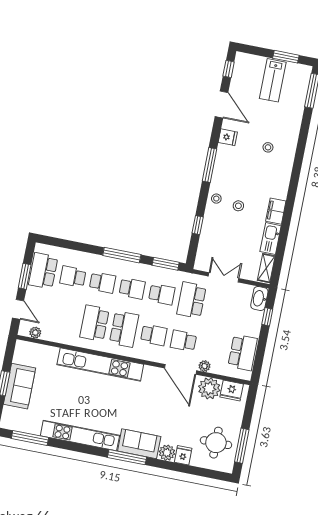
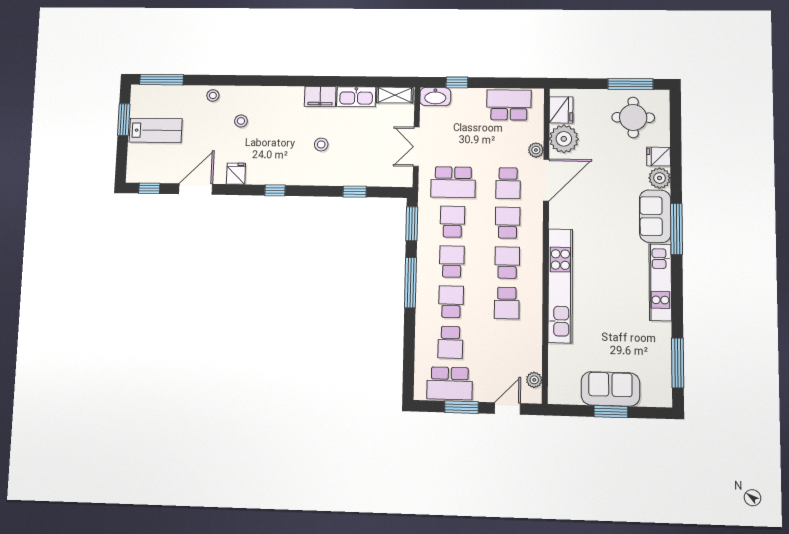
window: (210, 165) -> (275, 190), width x0.46
stool: (216, 199) -> (213, 95), moved
school desk: (94, 323) -> (507, 303), width x0.54
school desk: (124, 329) -> (507, 263), width x0.54
kitchen unit: (80, 435) -> (660, 282), width x0.73

